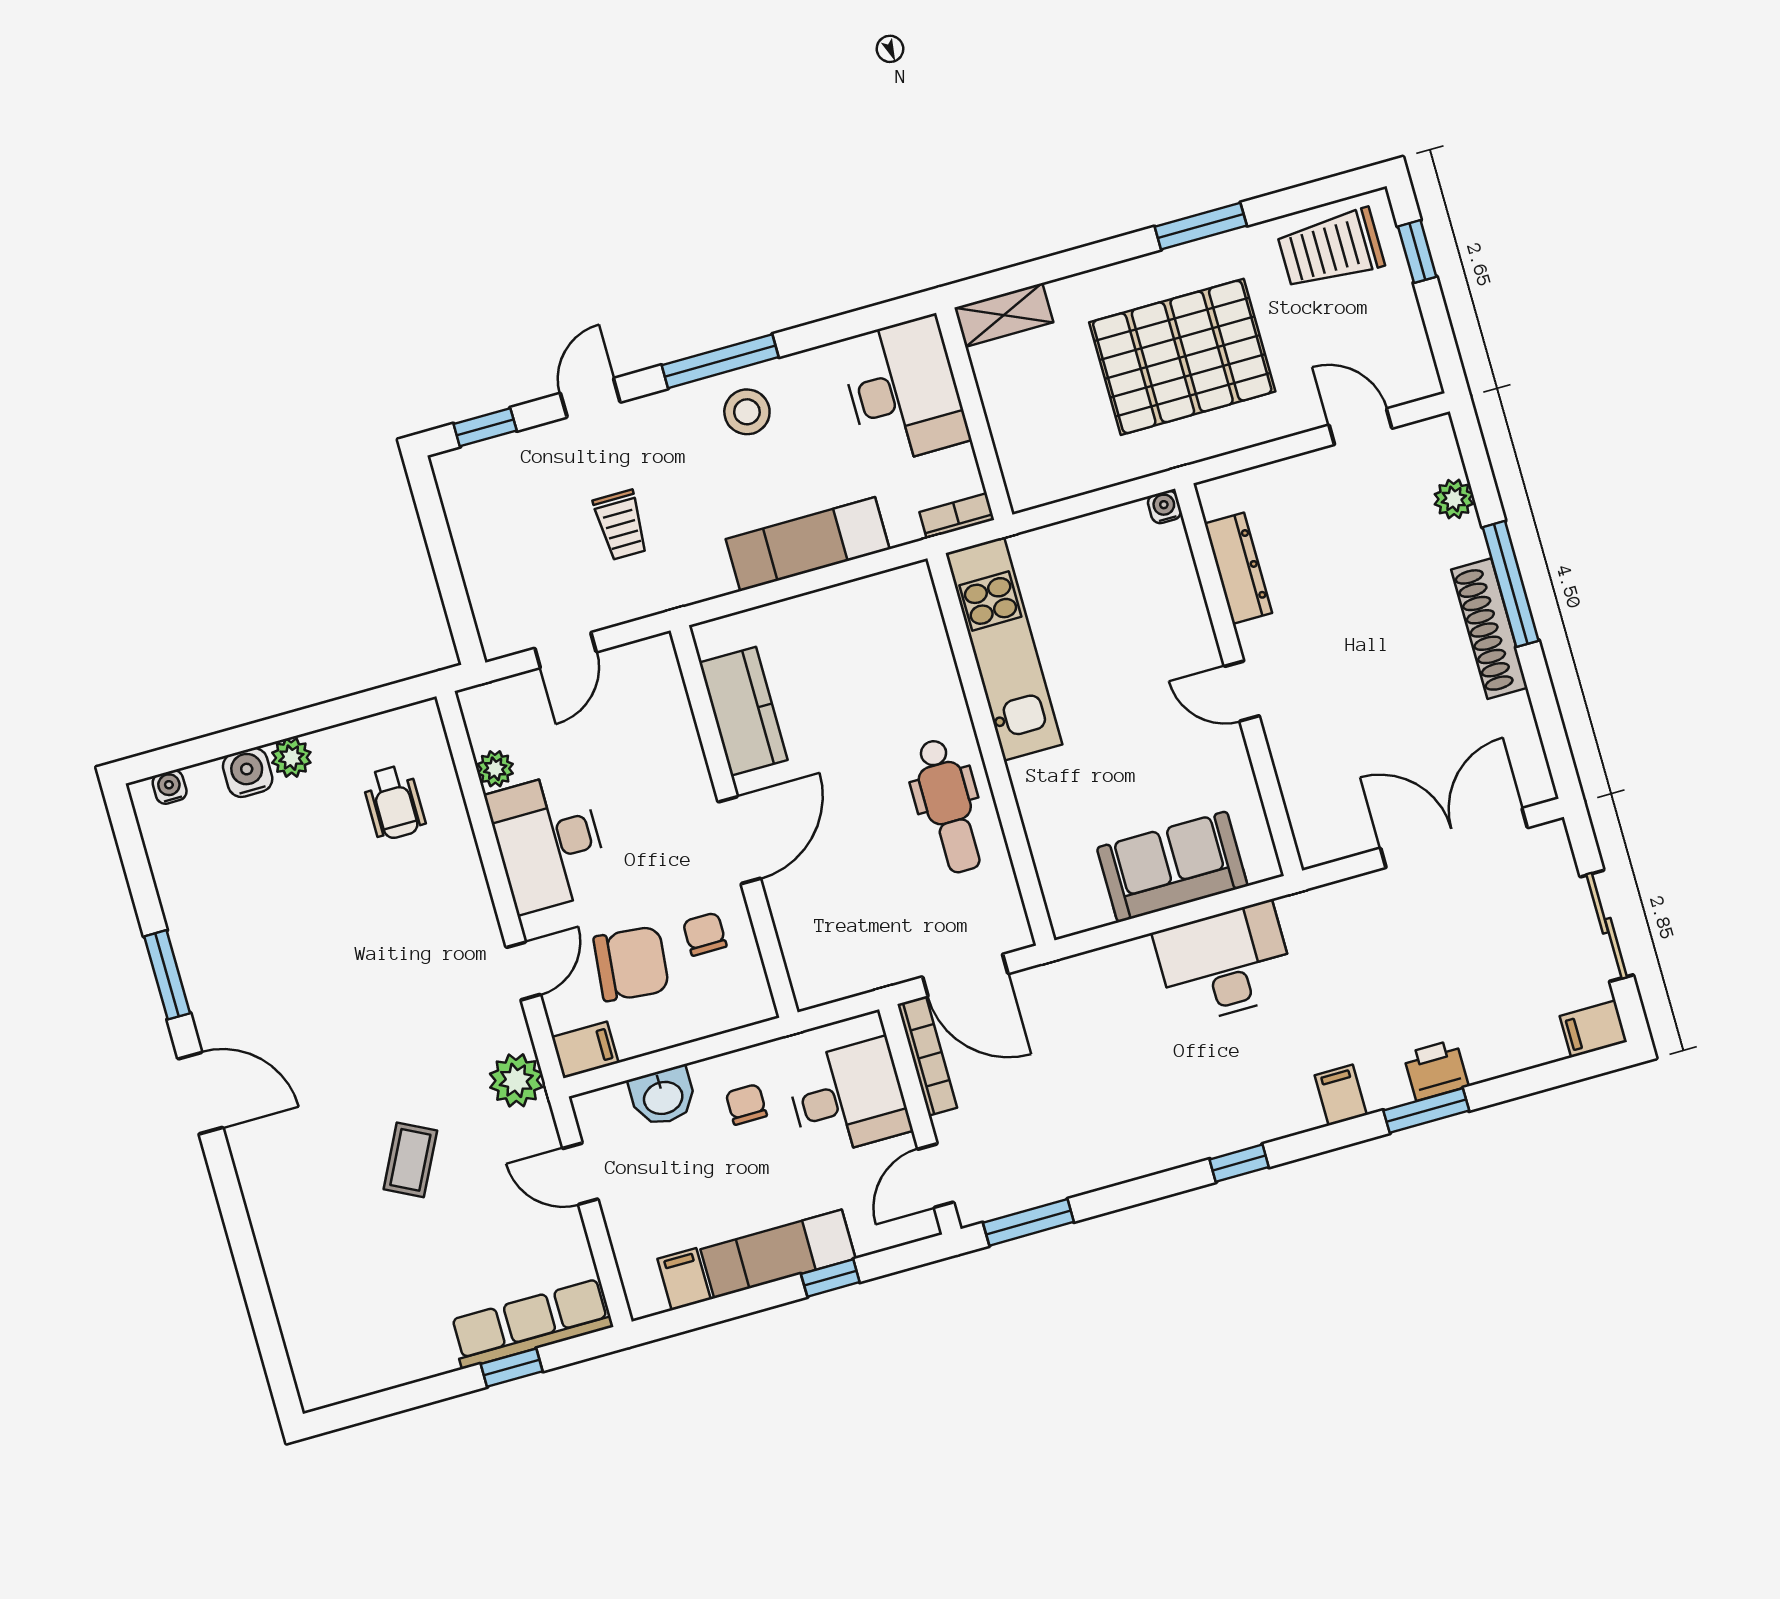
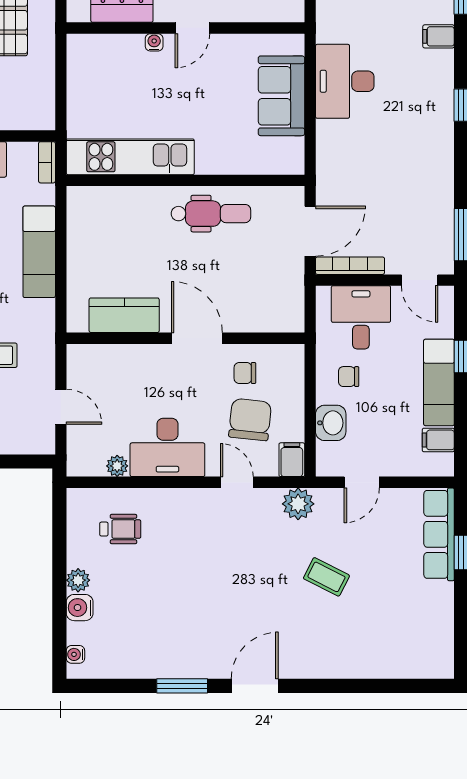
water cooler: (1164, 507) -> (154, 42), moved, turned 90

